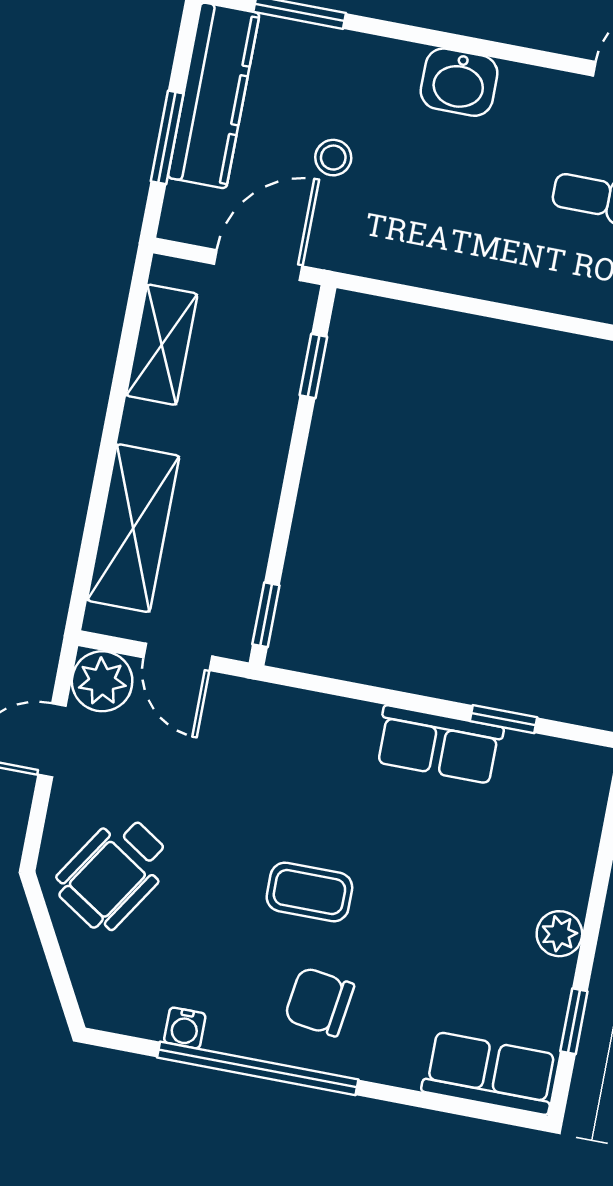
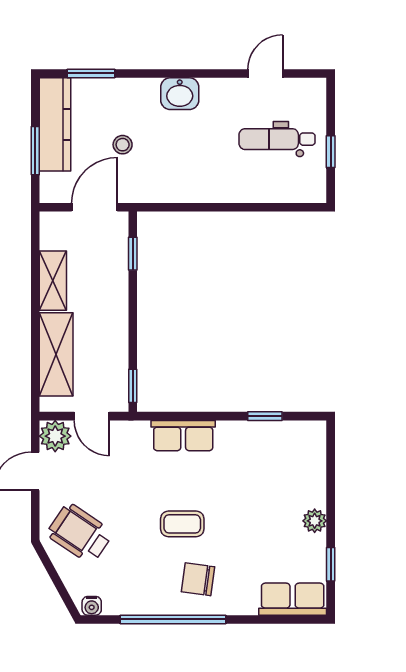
shelving: (162, 345) -> (53, 281), moved
row of seats: (439, 745) -> (183, 436), moved
wheelchair: (113, 873) -> (80, 533), turned 91
water cooler: (185, 1028) -> (92, 606), moved

